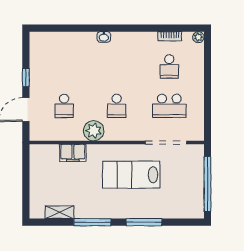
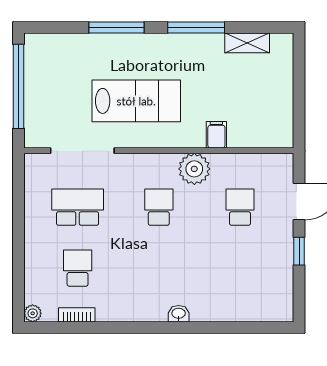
filing cabinet: (73, 153) -> (216, 135), width x0.50

